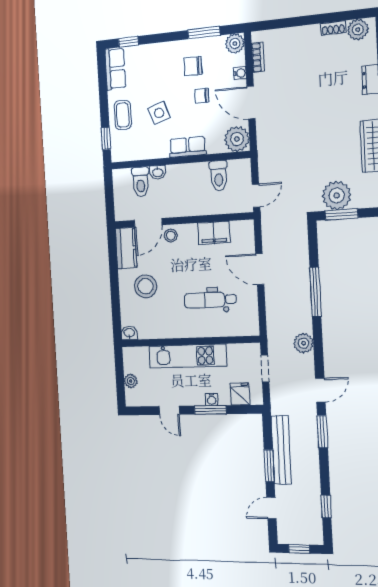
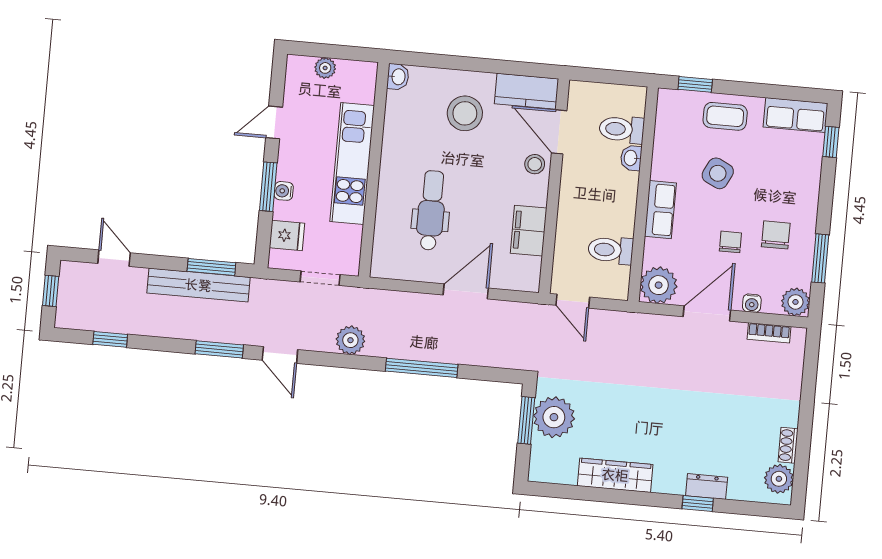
side table: (159, 113) -> (718, 173), turned 45
window: (269, 466) -> (211, 267), moved

